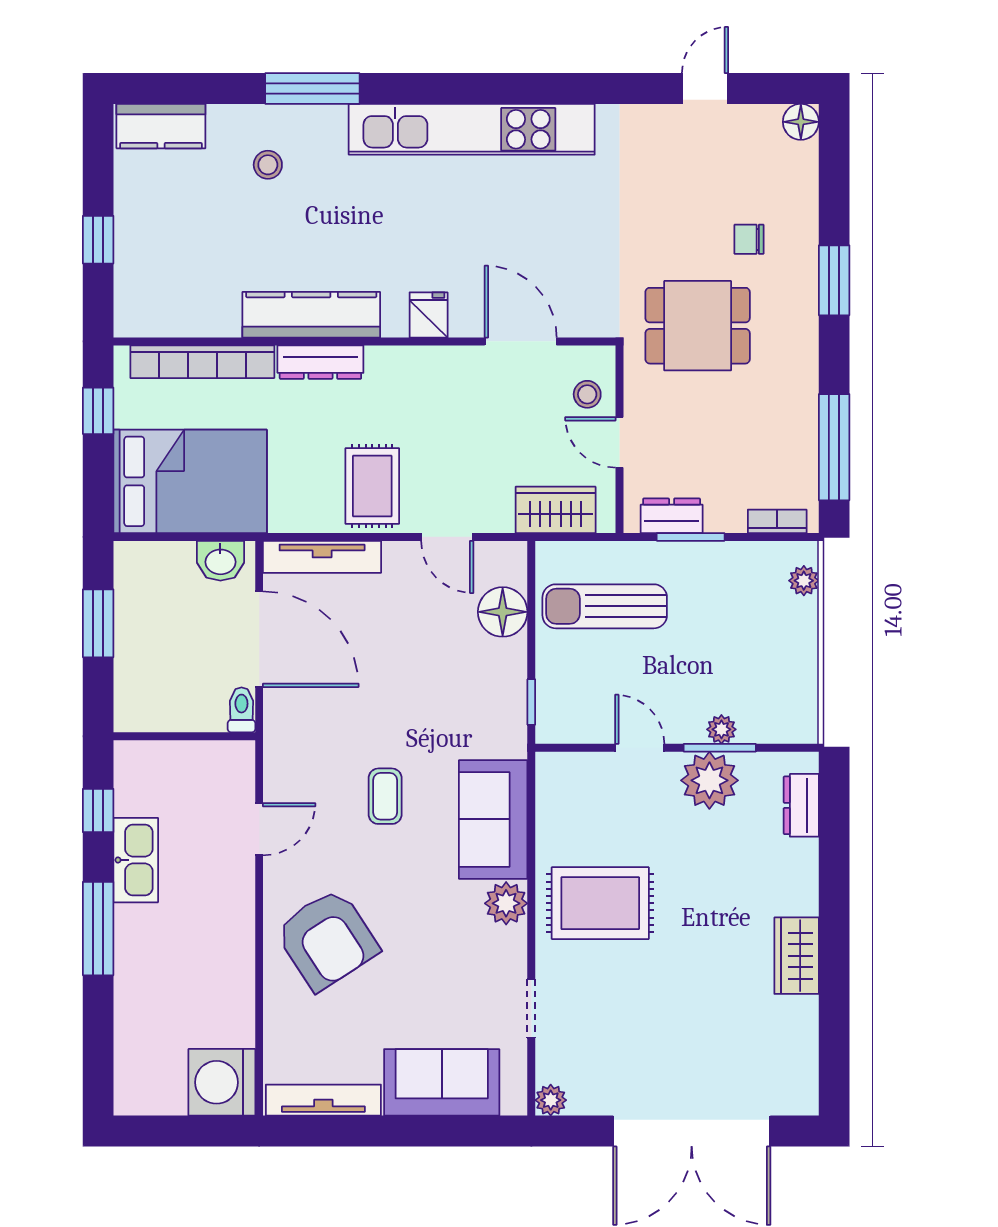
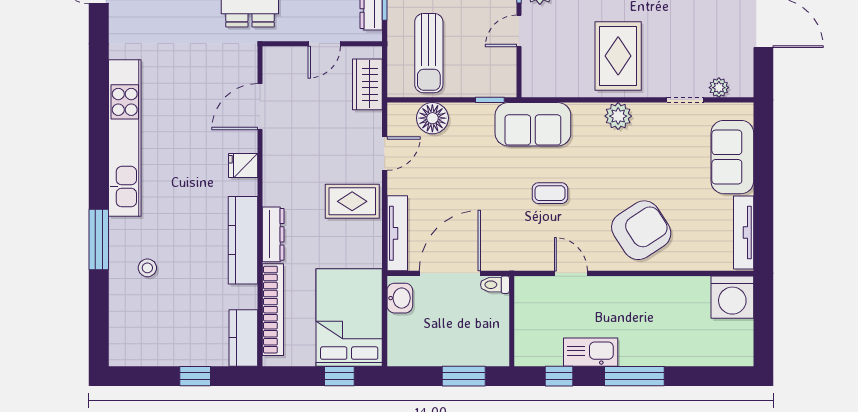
kitchen counter: (161, 126) -> (243, 338), moved, turned 180
stool: (587, 394) -> (294, 64), removed
window: (98, 411) -> (339, 376), moved
window: (98, 623) -> (464, 376), moved
sofa: (493, 819) -> (533, 124), moved
plant: (551, 1100) -> (719, 88), moved

